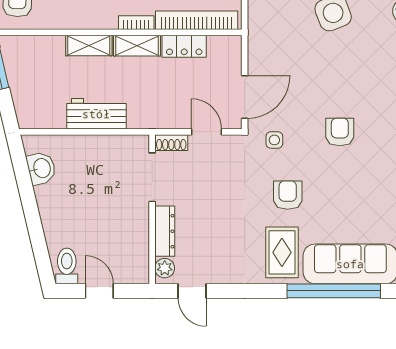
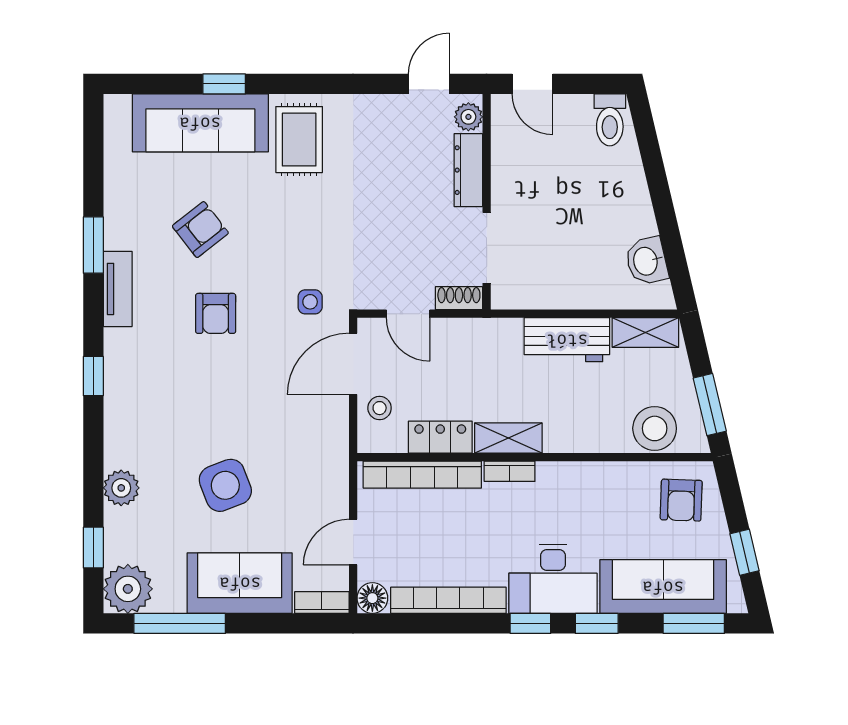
shelving: (89, 45) -> (645, 333), moved
stool: (36, 52) -> (655, 428), added
stool: (226, 66) -> (380, 408), added
armchair: (288, 195) -> (200, 230), moved, turned -128
door: (99, 291) -> (533, 84), moved
door: (192, 291) -> (429, 84), hinge flipped
window: (334, 291) -> (224, 84), width x0.32

